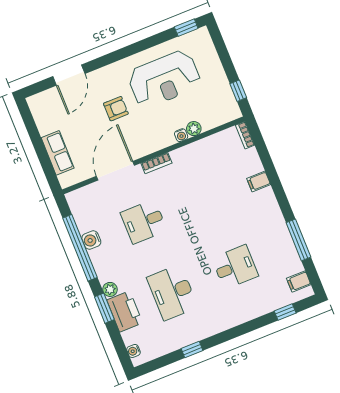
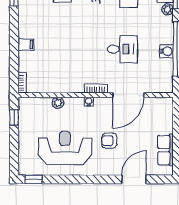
water cooler: (181, 135) -> (89, 102), moved
row of seats: (58, 153) -> (165, 150), moved

